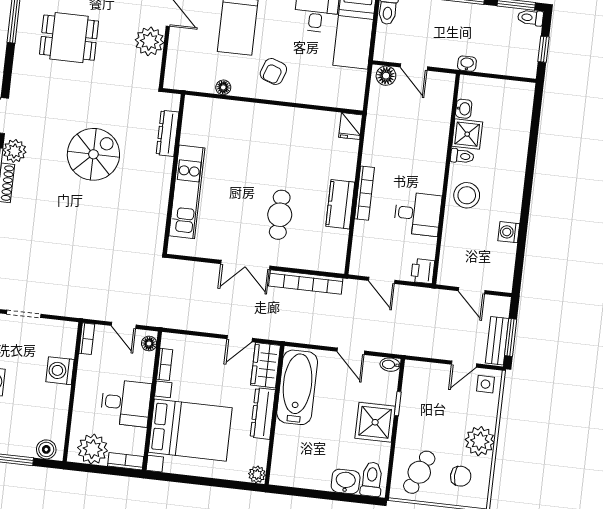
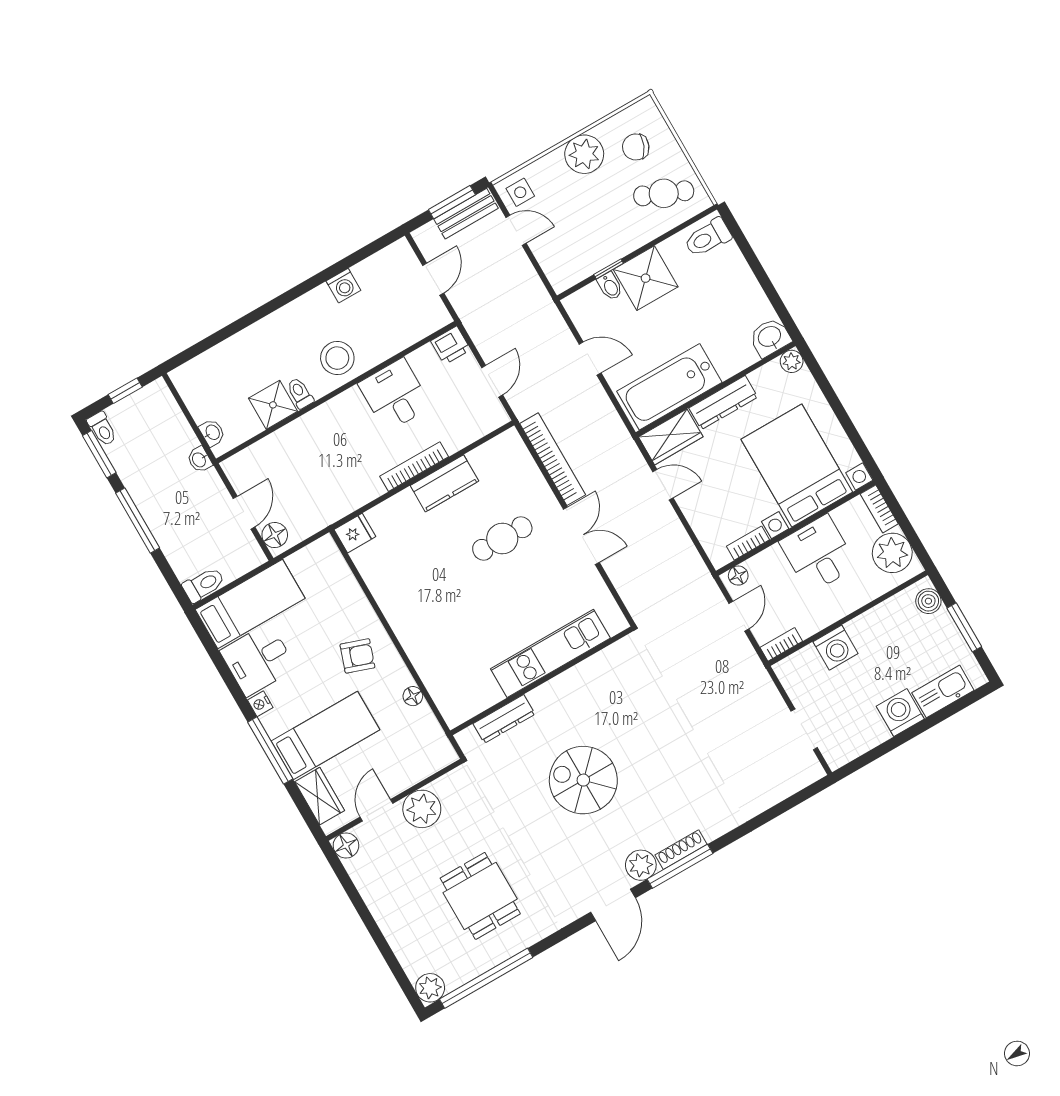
washbasin: (464, 109) -> (212, 433), moved, turned 90
door: (351, 351) -> (590, 359), hinge flipped
bidet: (390, 365) -> (610, 286), moved
chair: (461, 476) -> (636, 147), turned -67
washbasin: (346, 481) -> (770, 337), moved, turned 90

